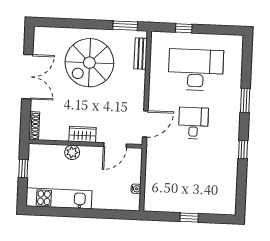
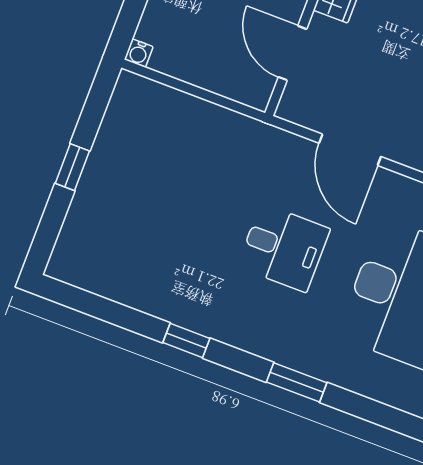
door: (145, 124) -> (350, 150), moved
water cooler: (136, 189) -> (139, 53), moved

